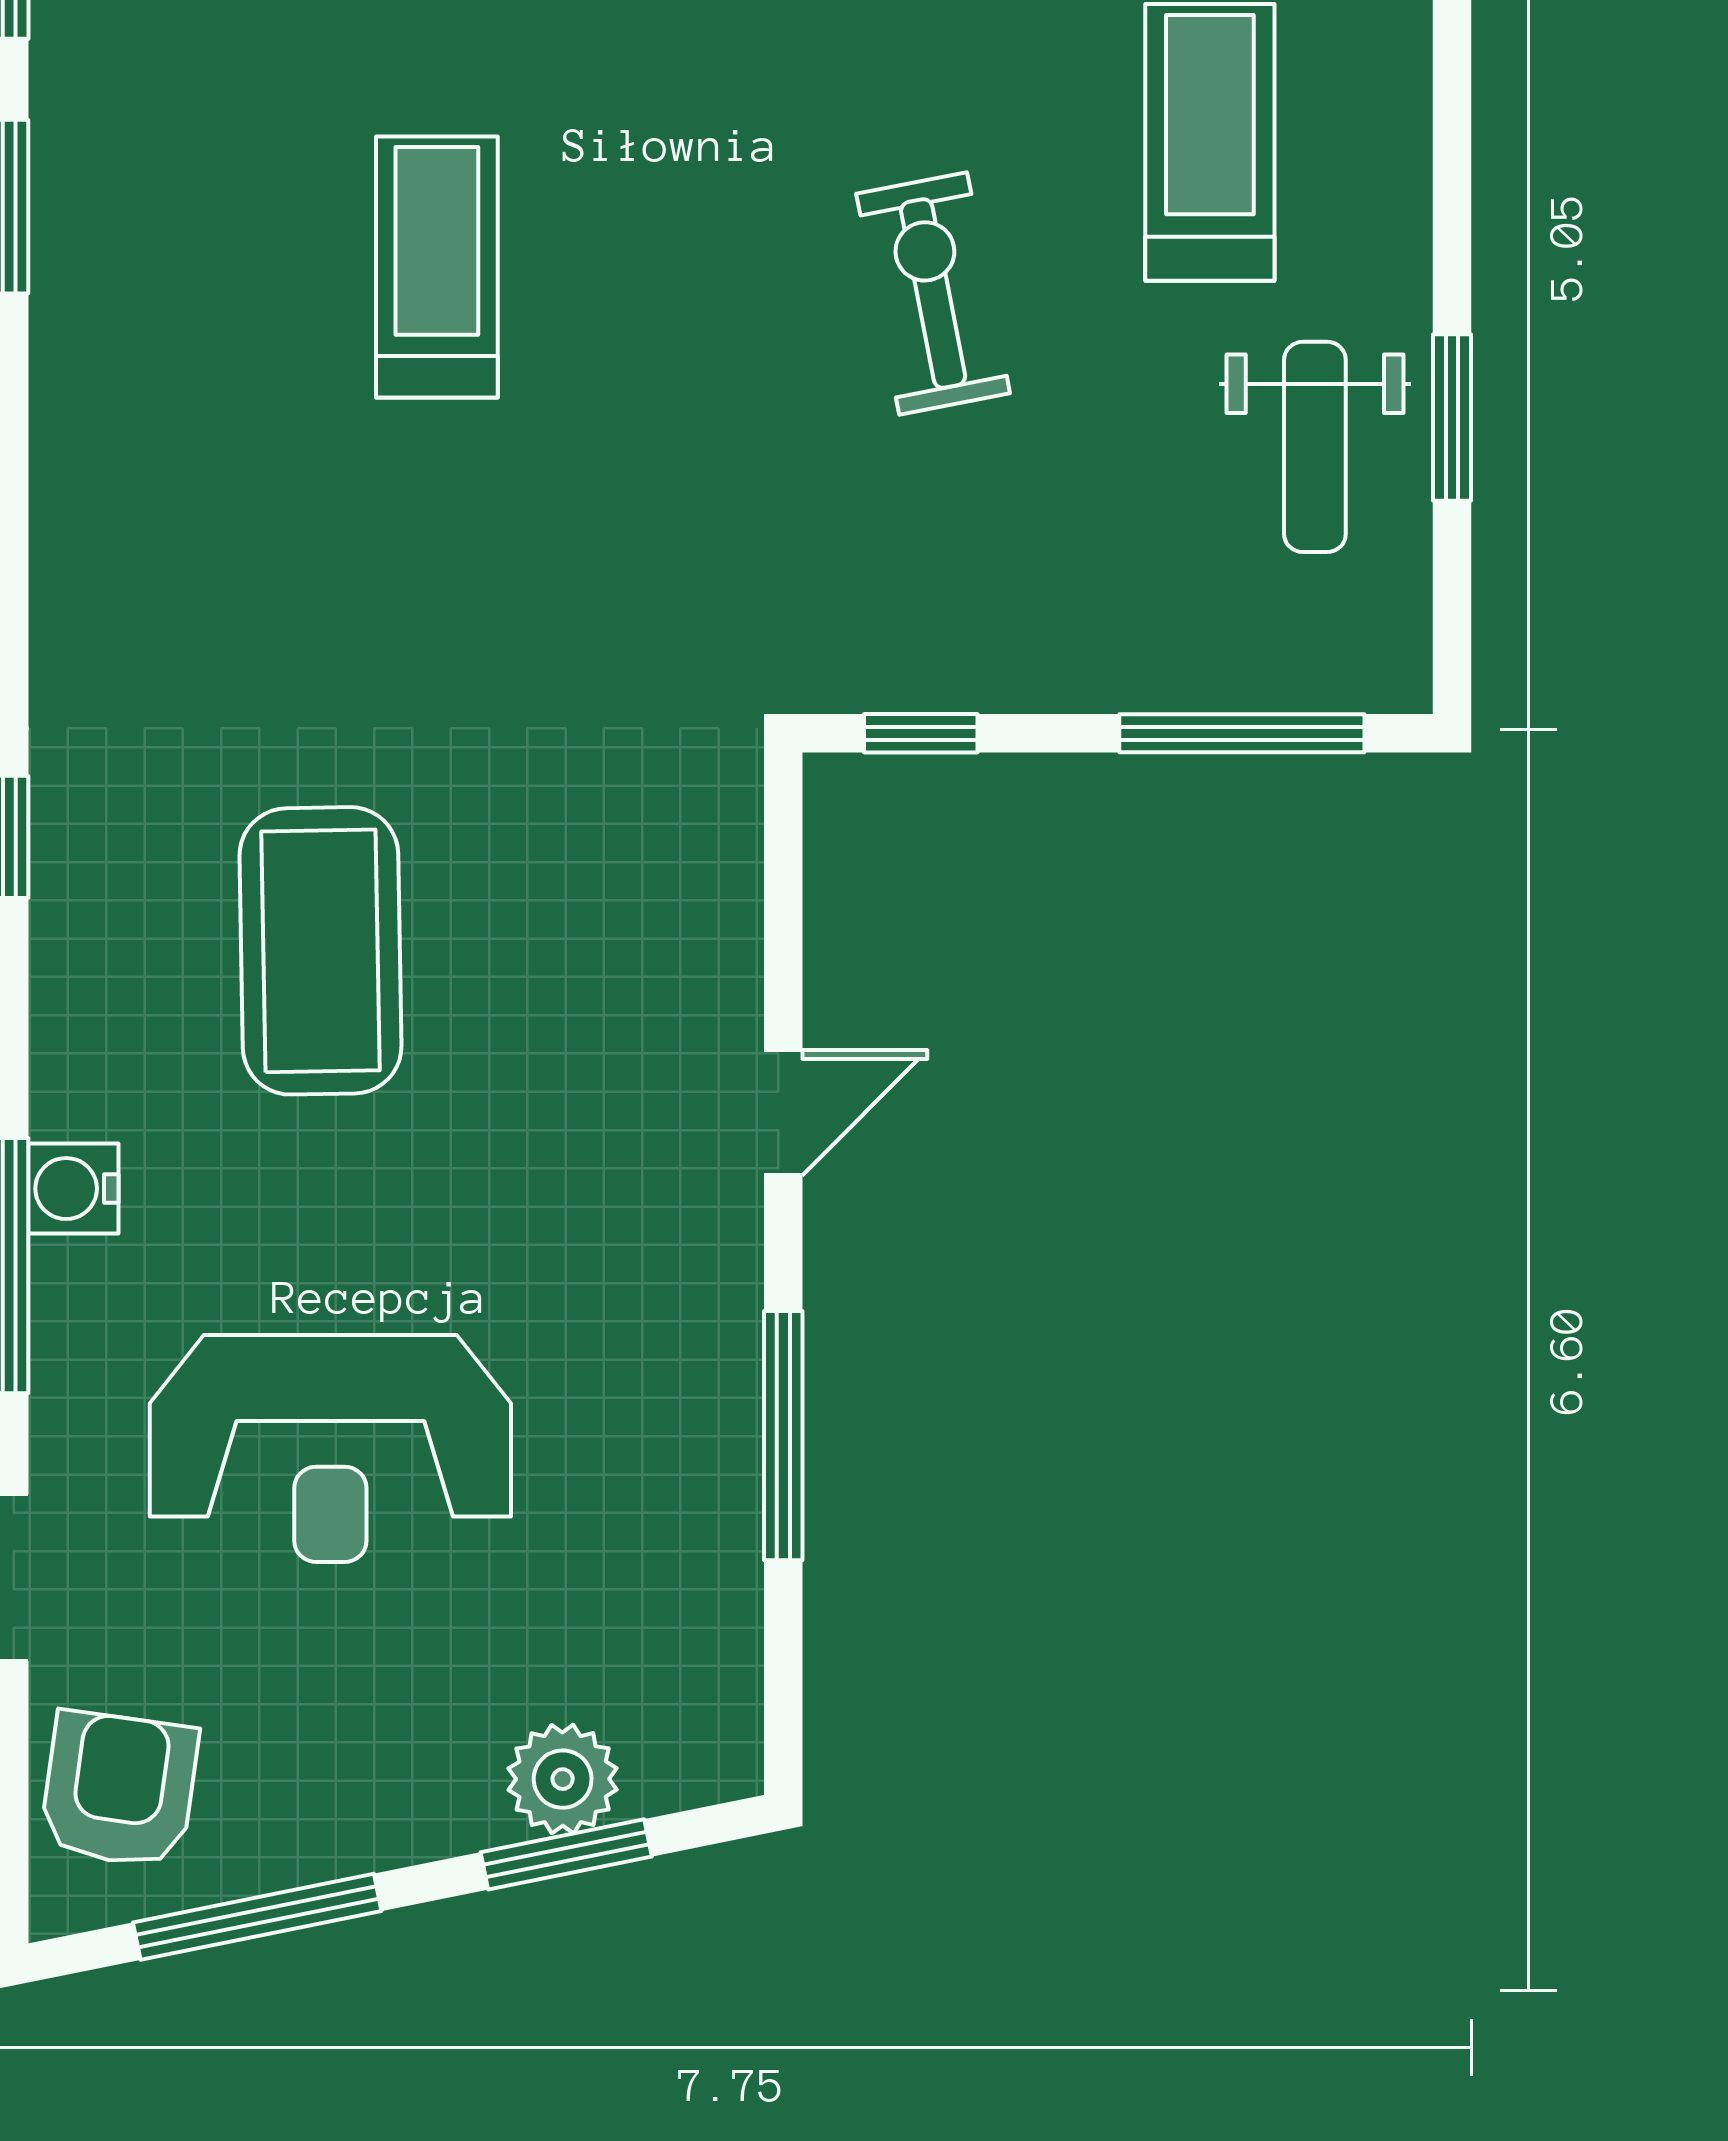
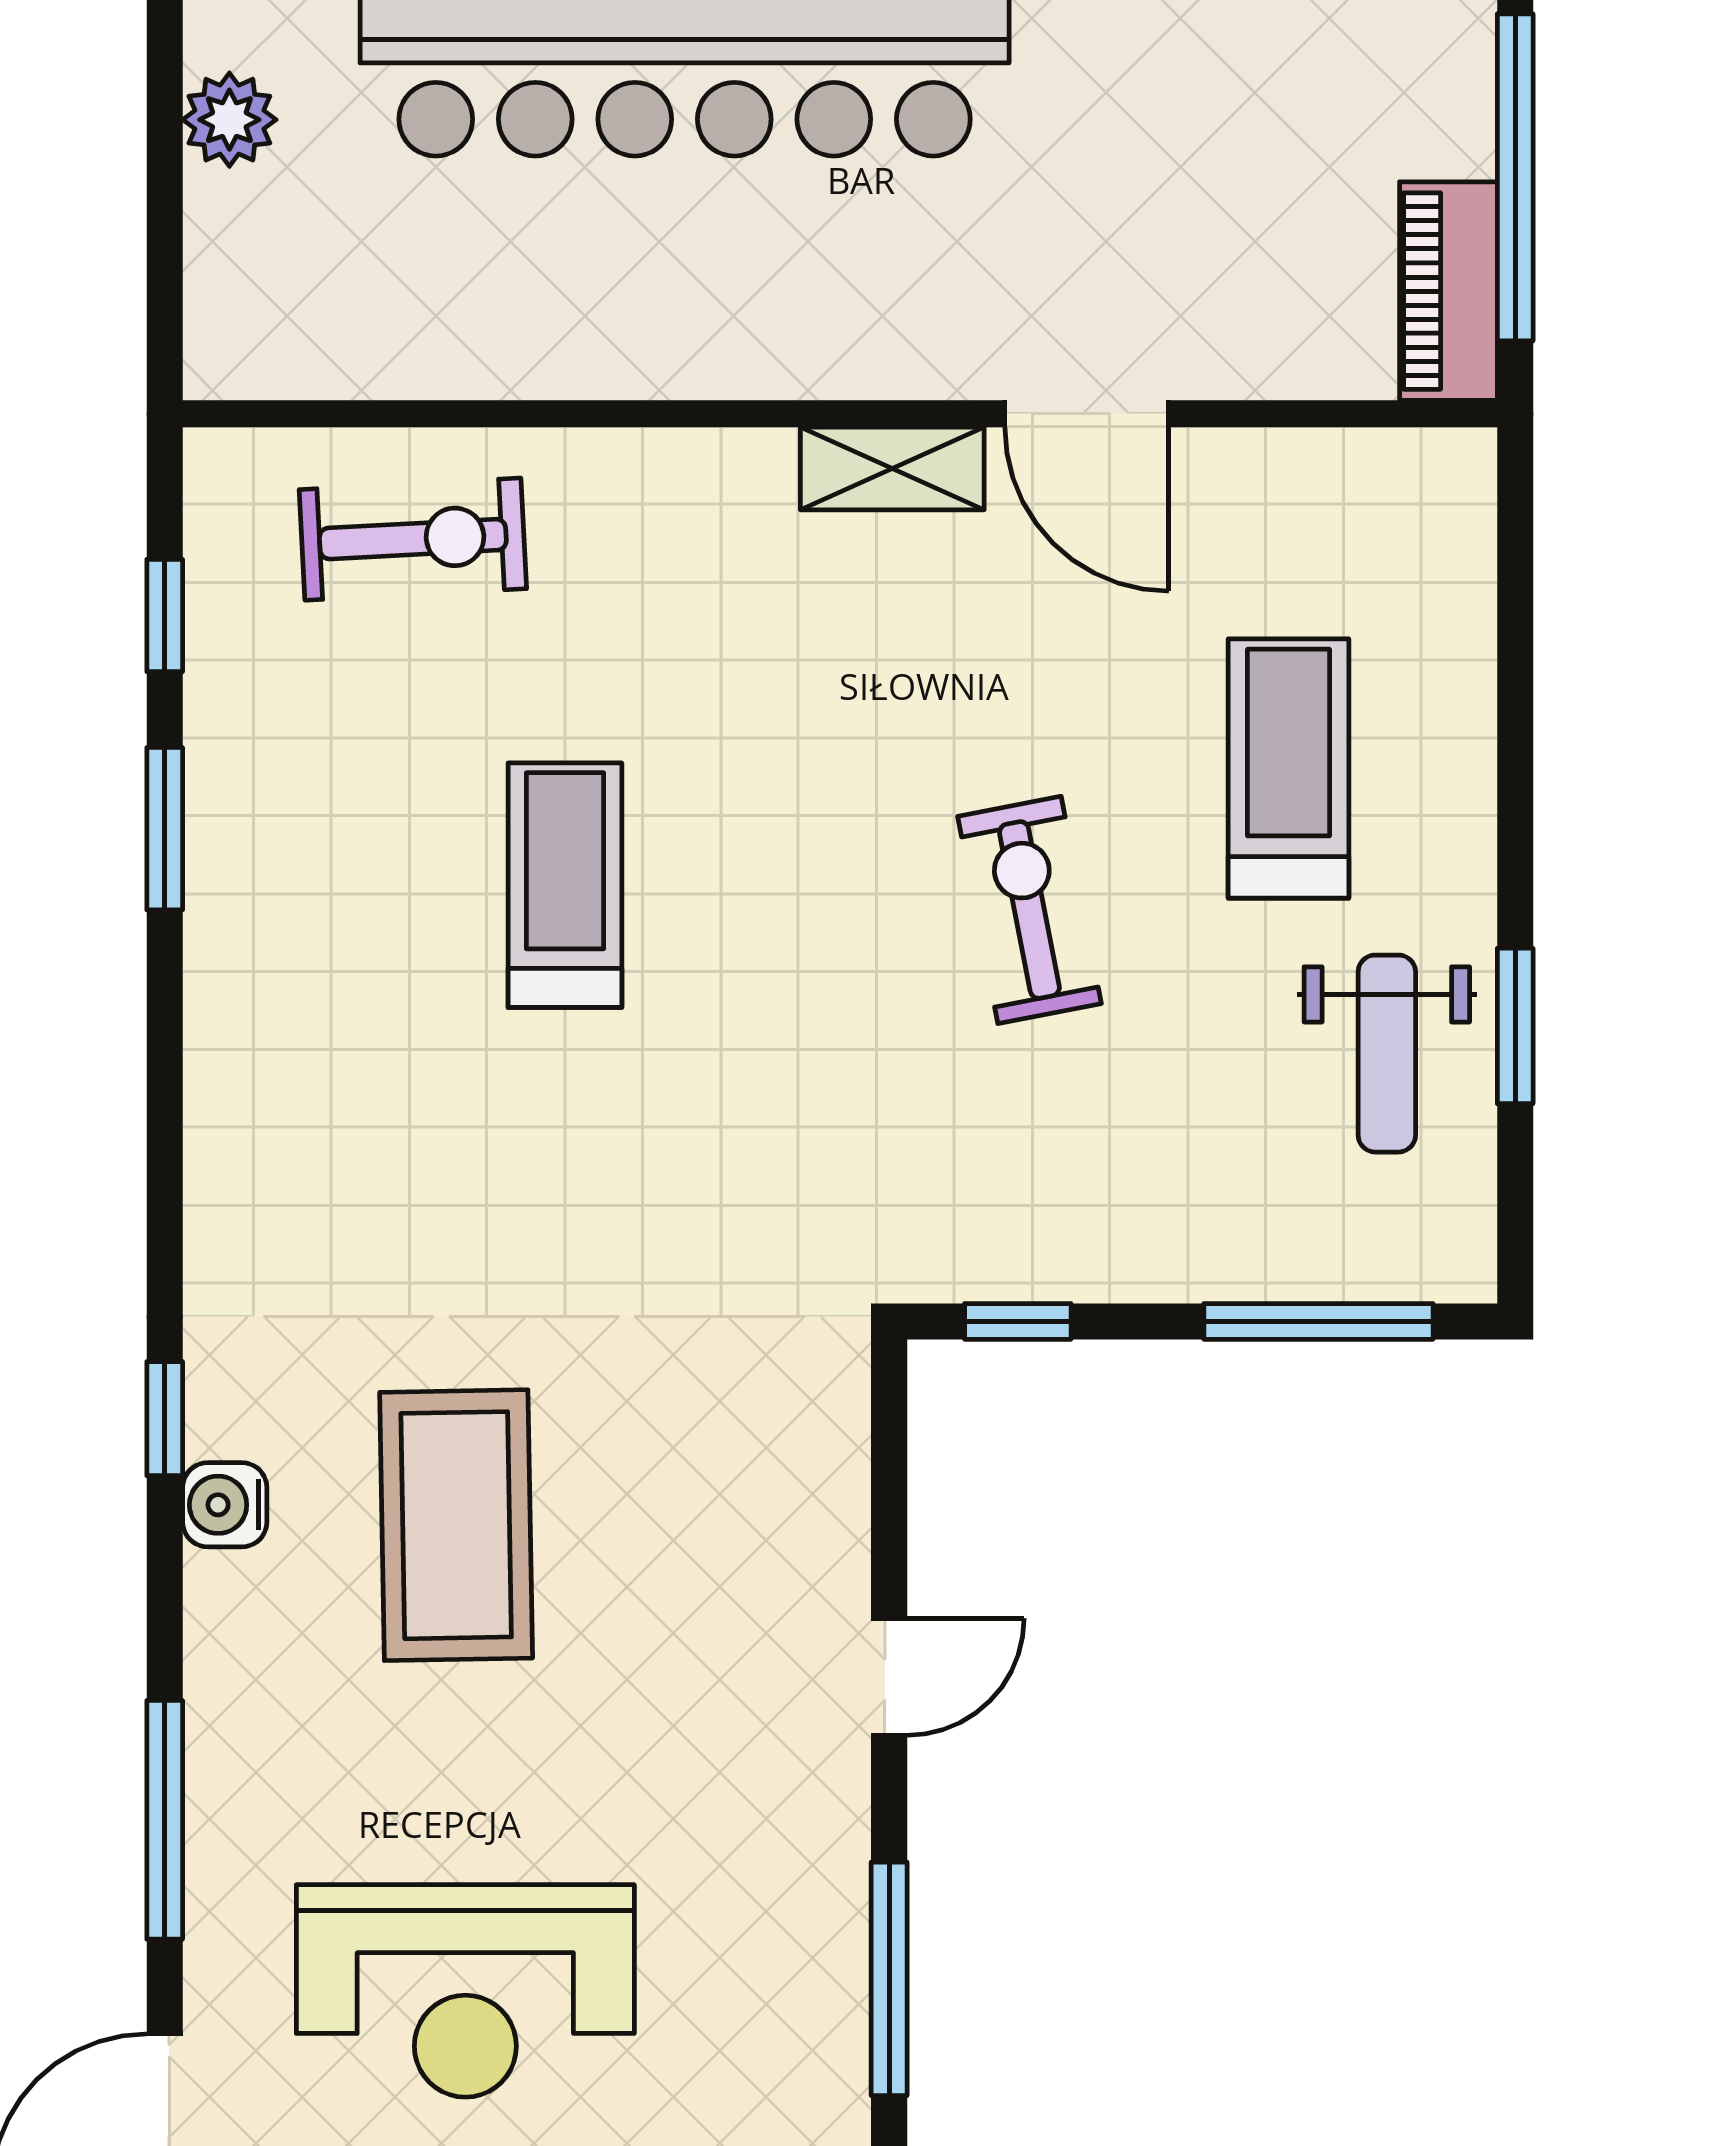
water cooler: (73, 1189) -> (225, 1505), moved

